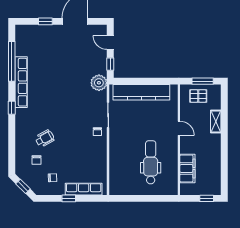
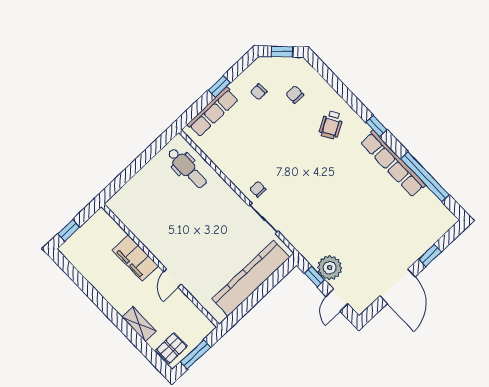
door: (110, 43) -> (337, 300), swing flipped
plant: (99, 83) -> (330, 268), moved
pallet: (198, 96) -> (172, 348), moved
door: (179, 128) -> (172, 278), hinge flipped
wheelchair: (45, 138) -> (331, 125), moved
dental chair: (151, 162) -> (187, 168), moved, width x0.73, depth x0.72
filing cabinet: (187, 168) -> (135, 258), moved

